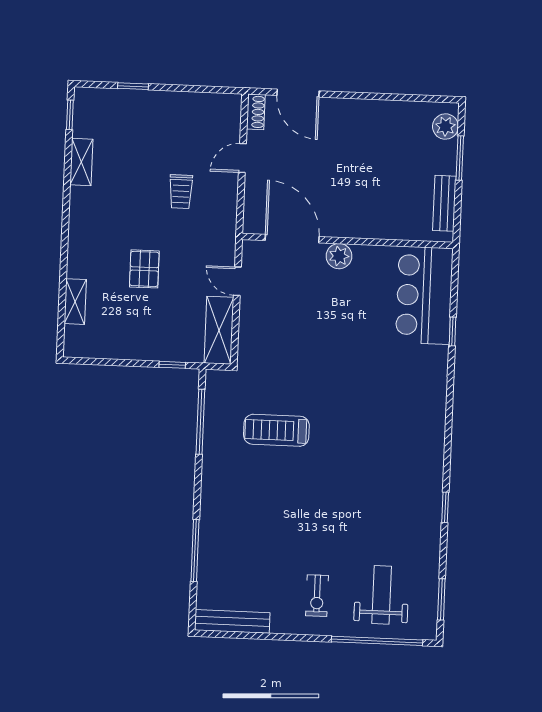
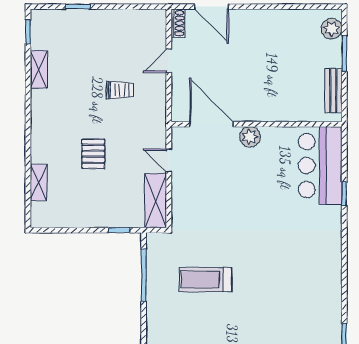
trolley: (181, 192) -> (120, 90), turned -90

